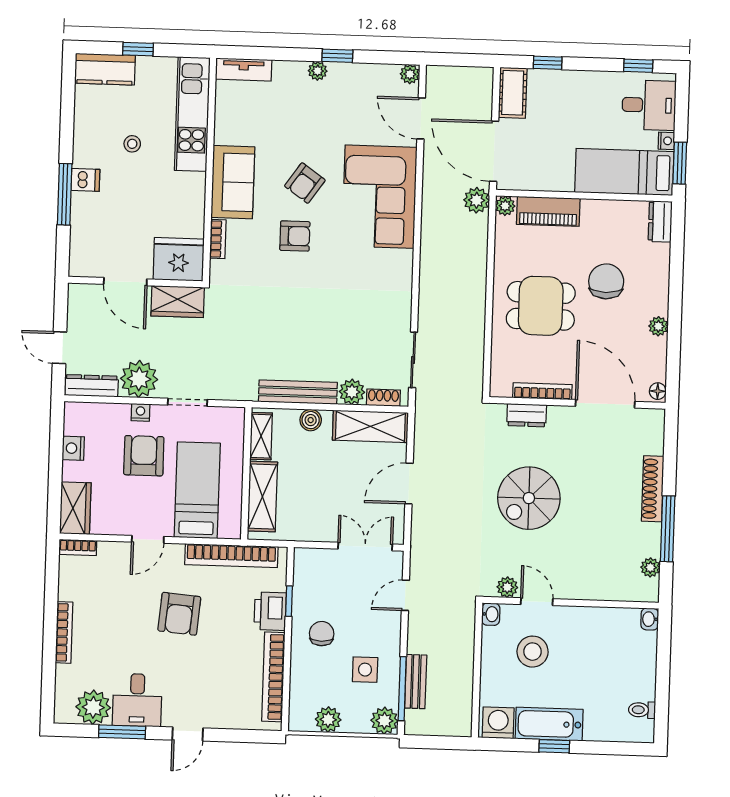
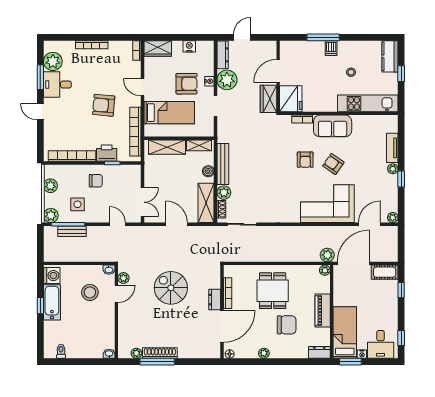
tv unit: (244, 69) -> (392, 148), moved
piano: (548, 211) -> (323, 310), moved
dresser: (527, 415) -> (215, 300), moved
shoe rack: (653, 489) -> (160, 353), moved

